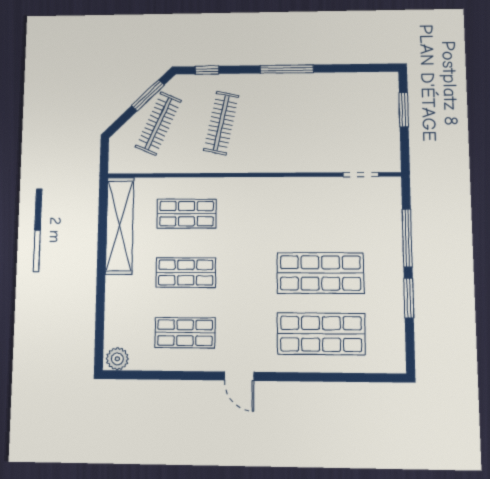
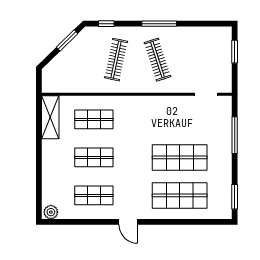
clothes rail: (158, 124) -> (157, 60), moved, turned -42
shelving: (120, 226) -> (50, 117), width x0.68
window: (409, 298) -> (235, 197), moved

